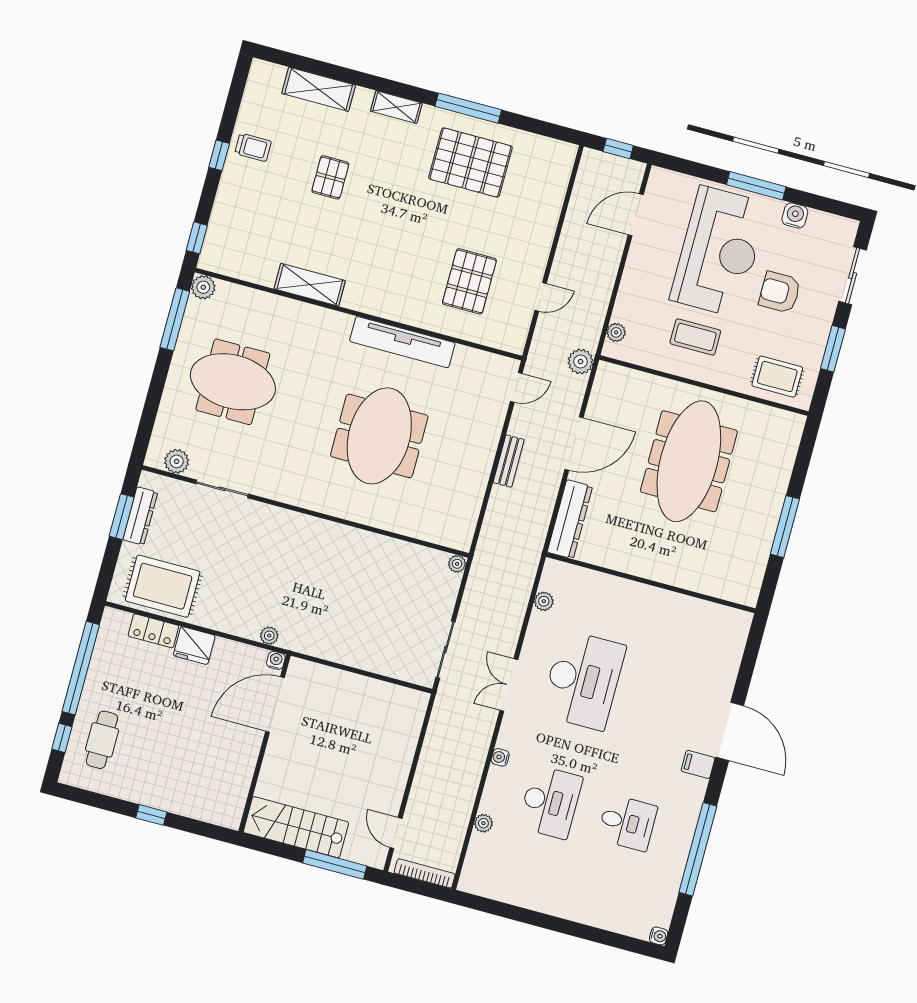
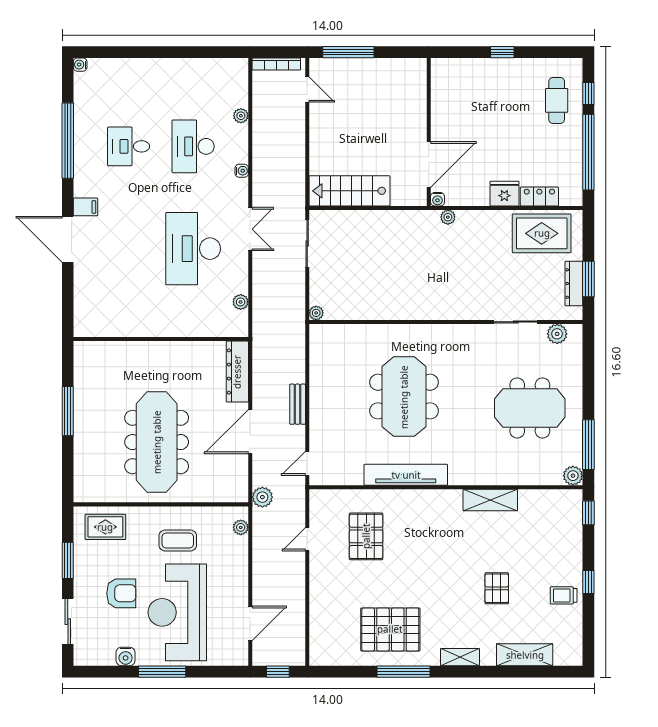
stairs: (296, 827) -> (349, 191), moved, turned 180

